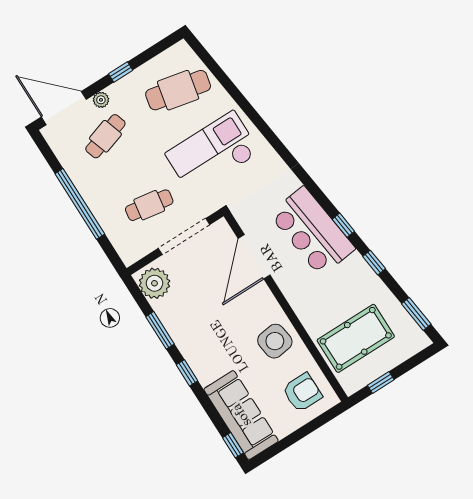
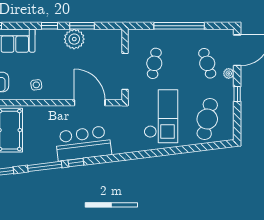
window: (374, 263) -> (45, 166), width x2.17
plant: (154, 283) -> (74, 39), moved
side table: (275, 341) -> (36, 85), width x0.54, depth x0.54

